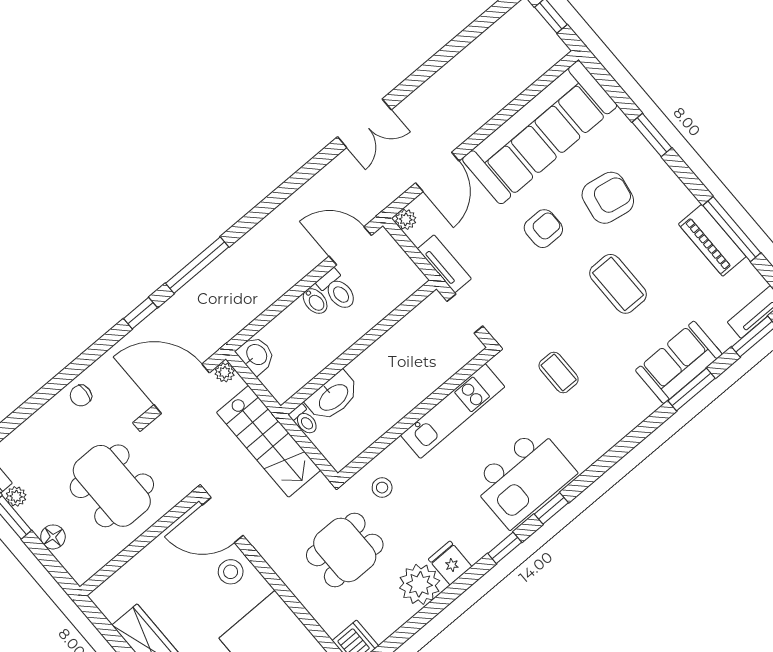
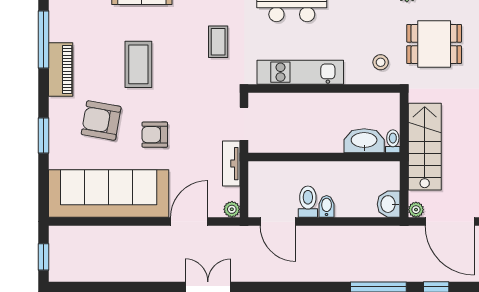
piano: (712, 240) -> (61, 70), moved

